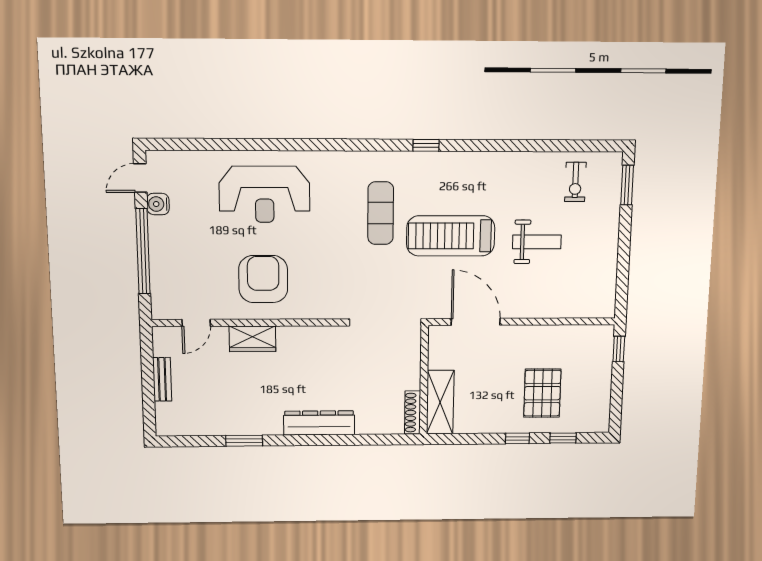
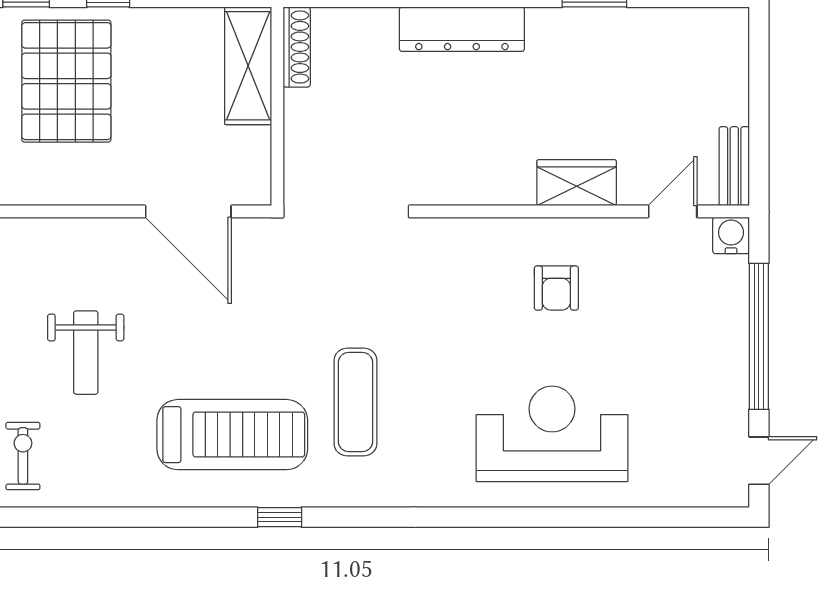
water cooler: (158, 204) -> (731, 235), moved, turned -90
treadmill: (451, 236) -> (232, 435), moved
weight bench: (537, 242) -> (86, 353), turned -90
armchair: (263, 279) -> (556, 288), width x0.53, depth x0.53
bench: (162, 379) -> (734, 166), moved
pallet: (542, 393) -> (66, 81), width x1.37, depth x1.41

